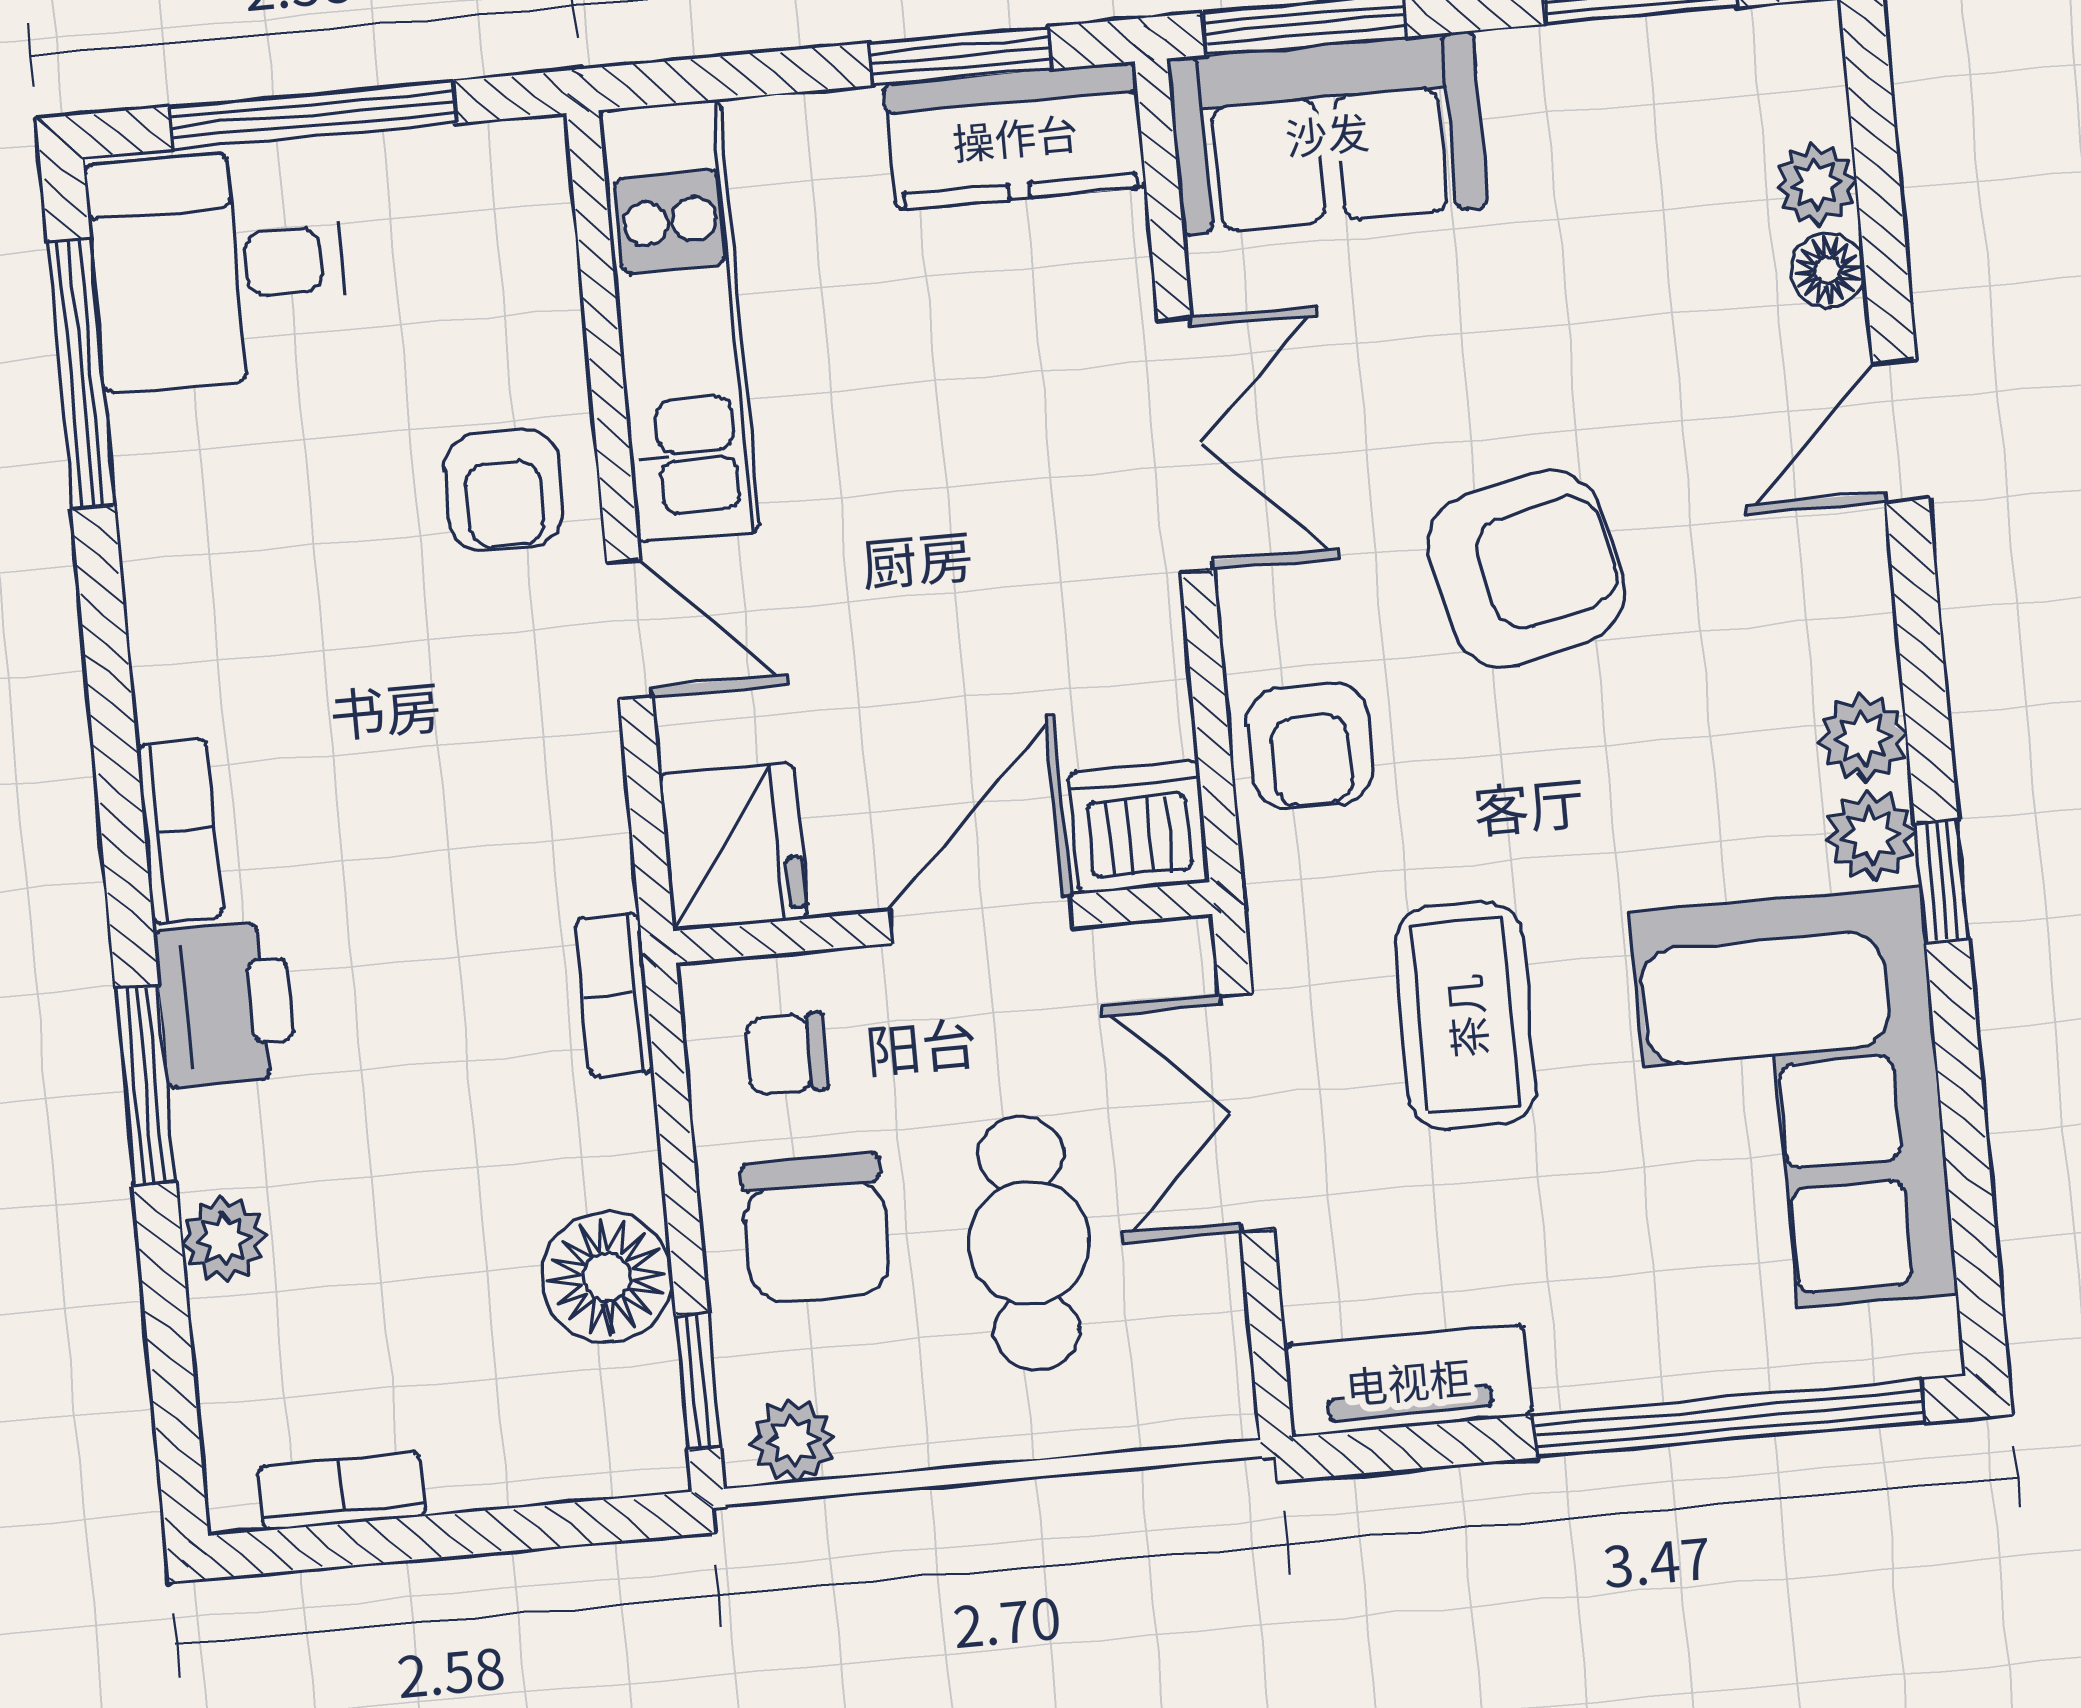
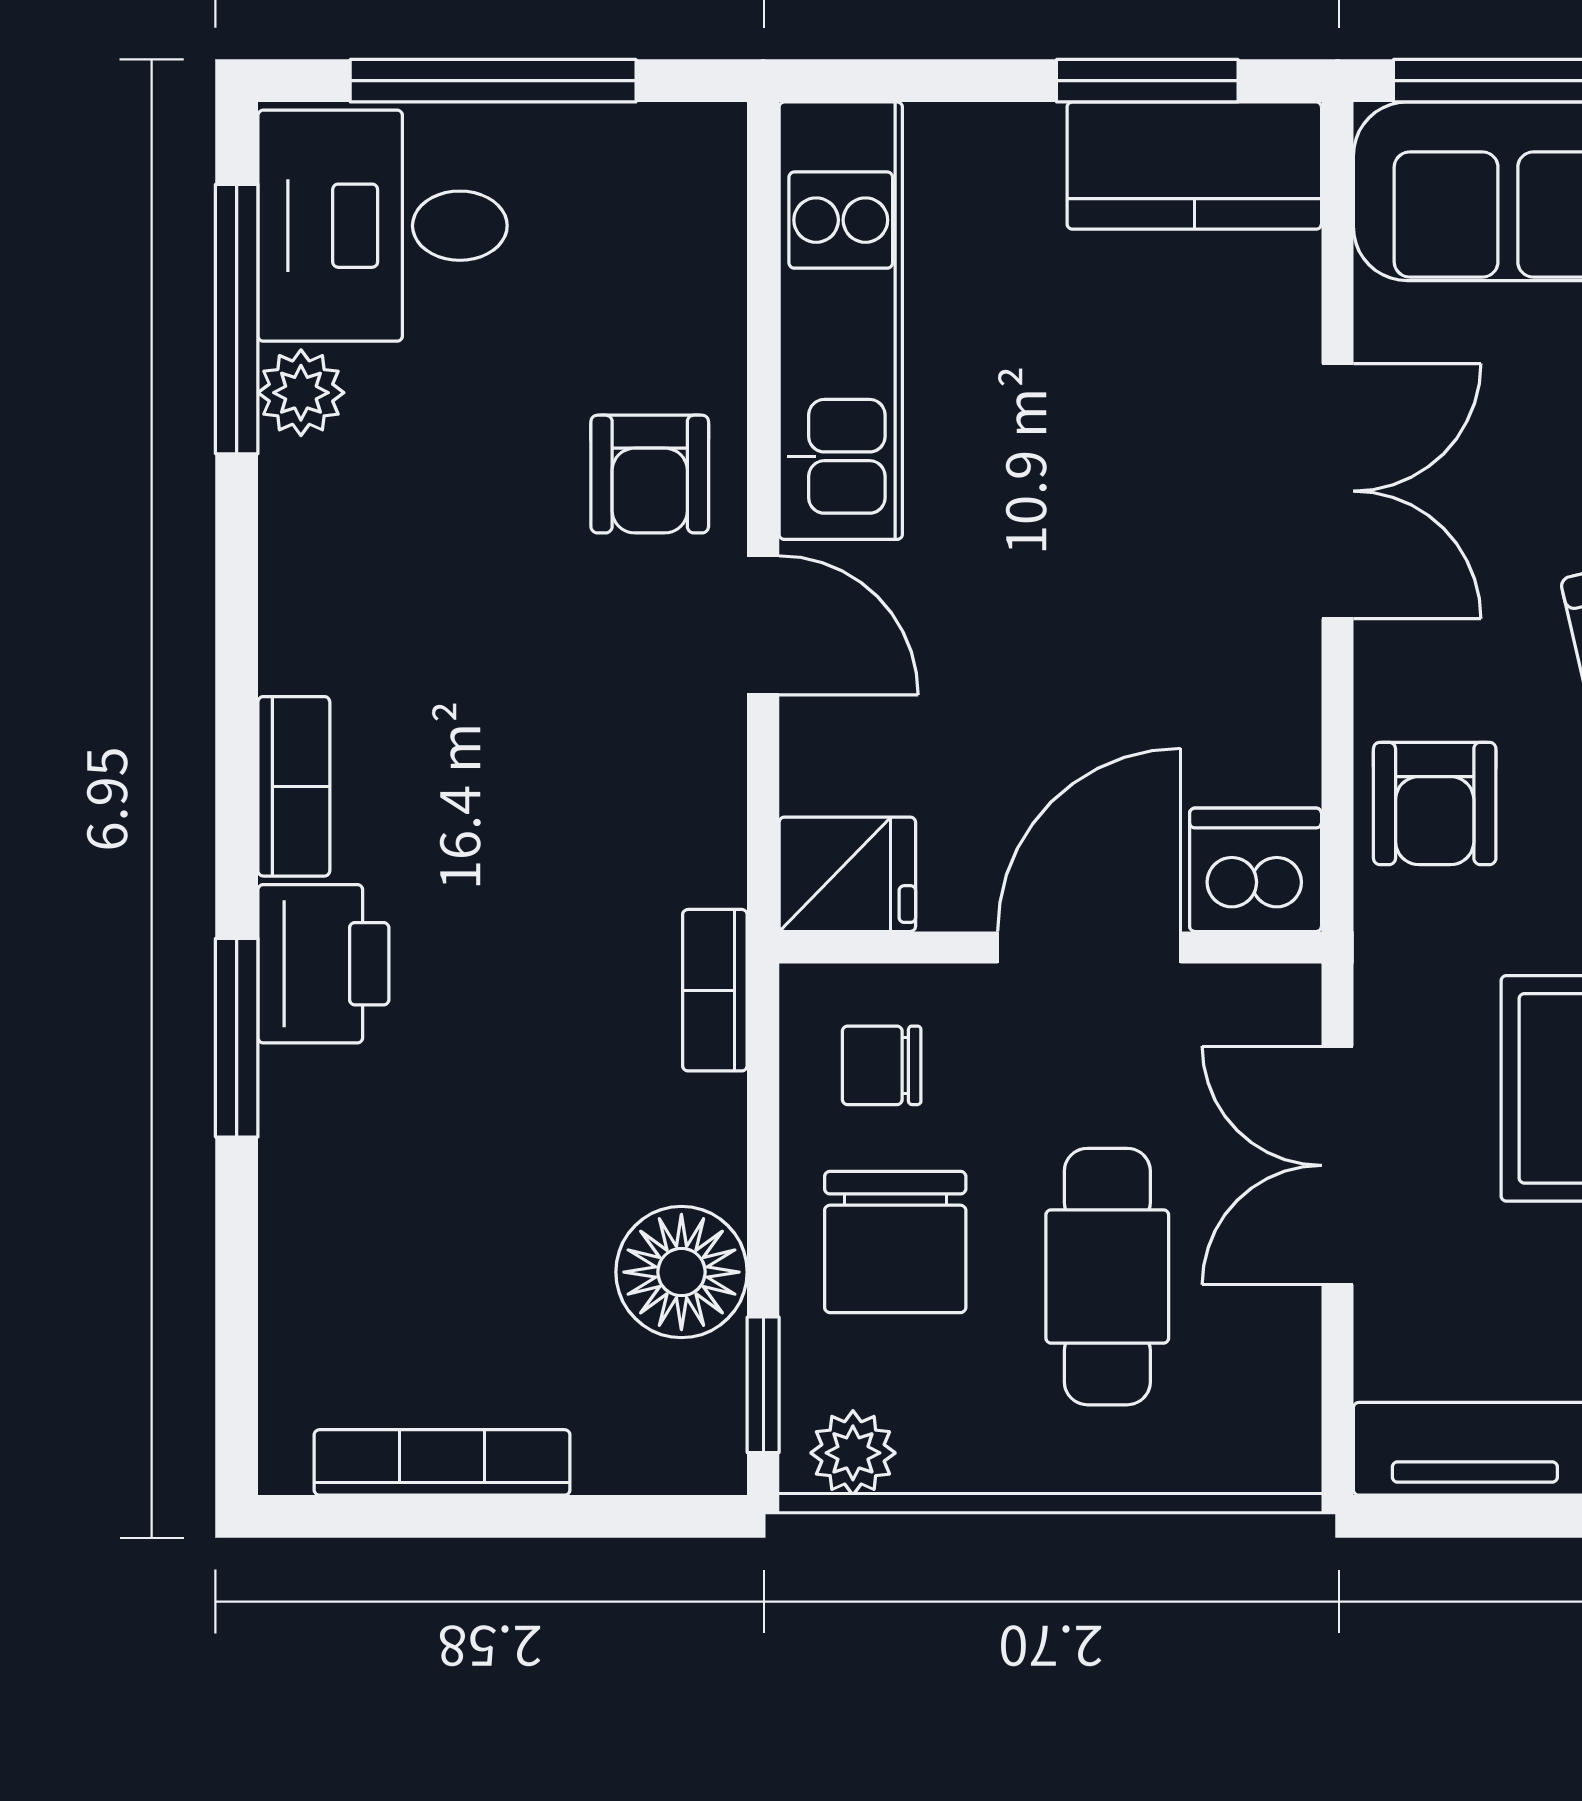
fridge: (733, 847) -> (847, 874), width x0.72
plant: (224, 1239) -> (301, 393), moved
bookcase: (342, 1491) -> (442, 1462), width x1.56

